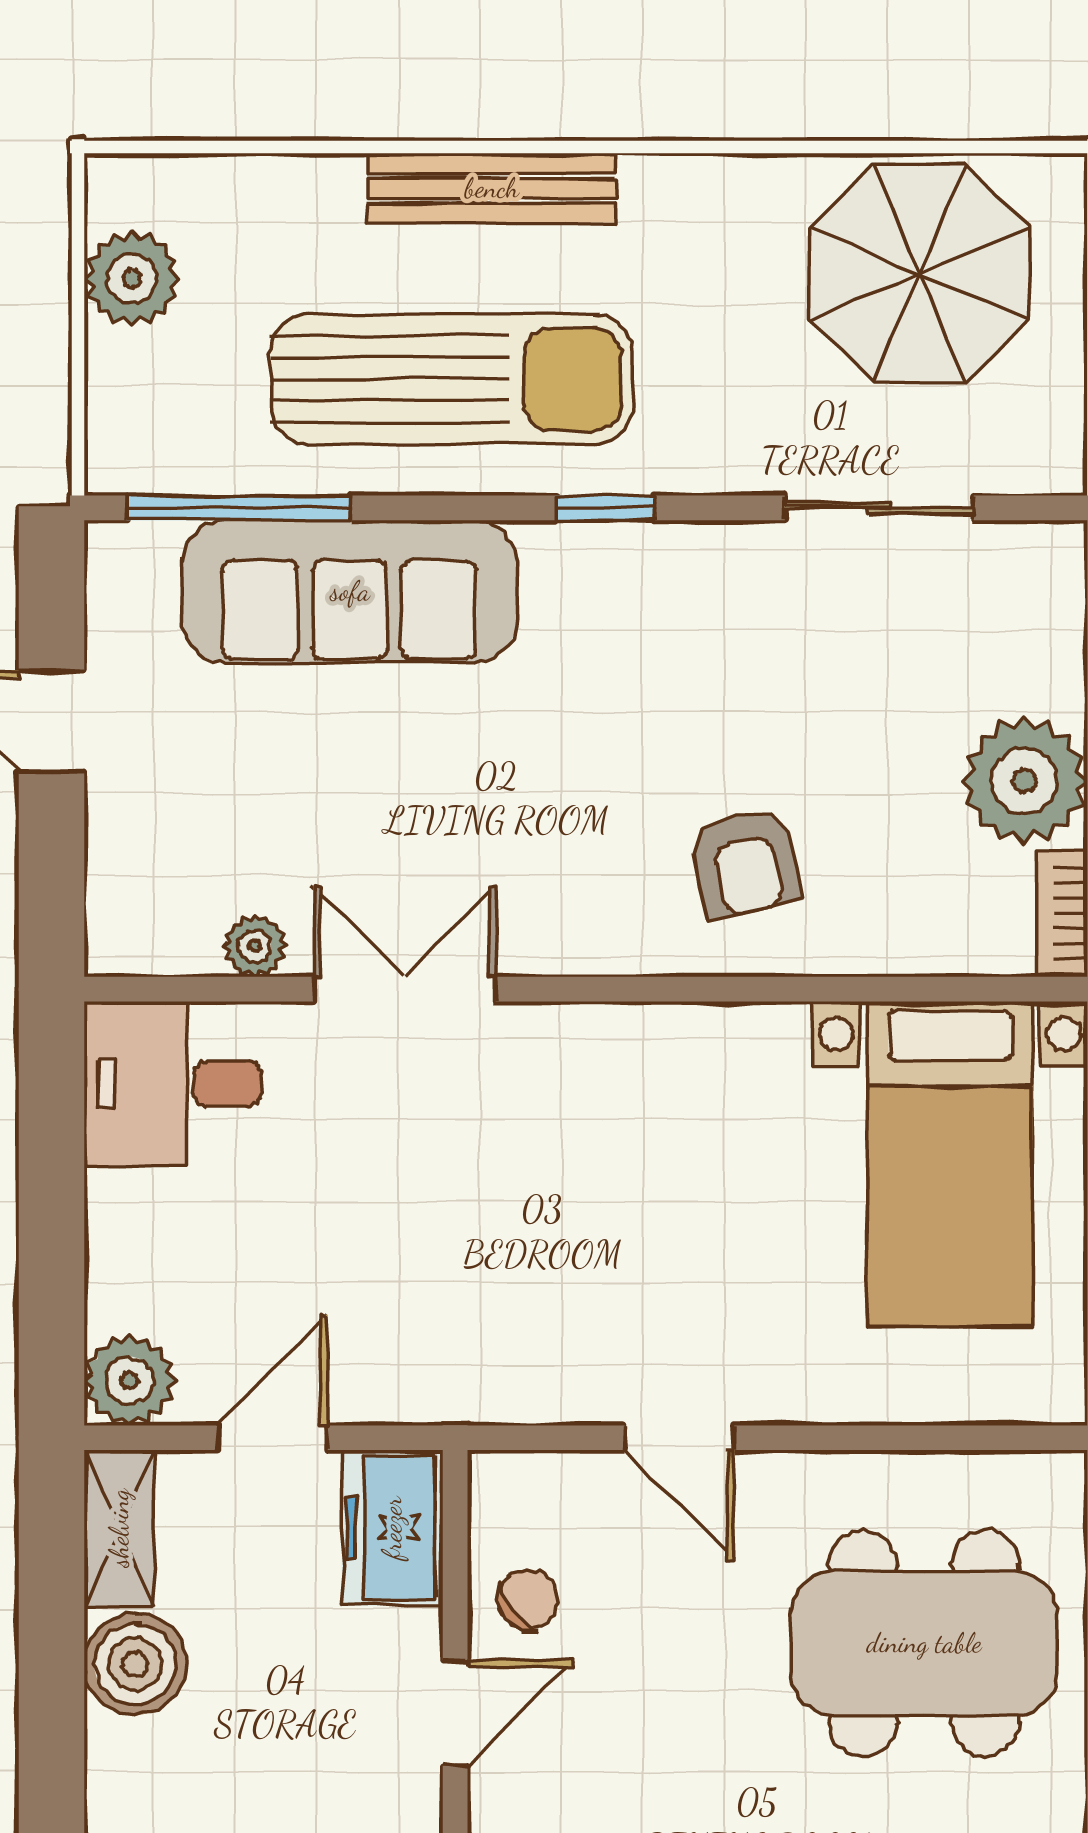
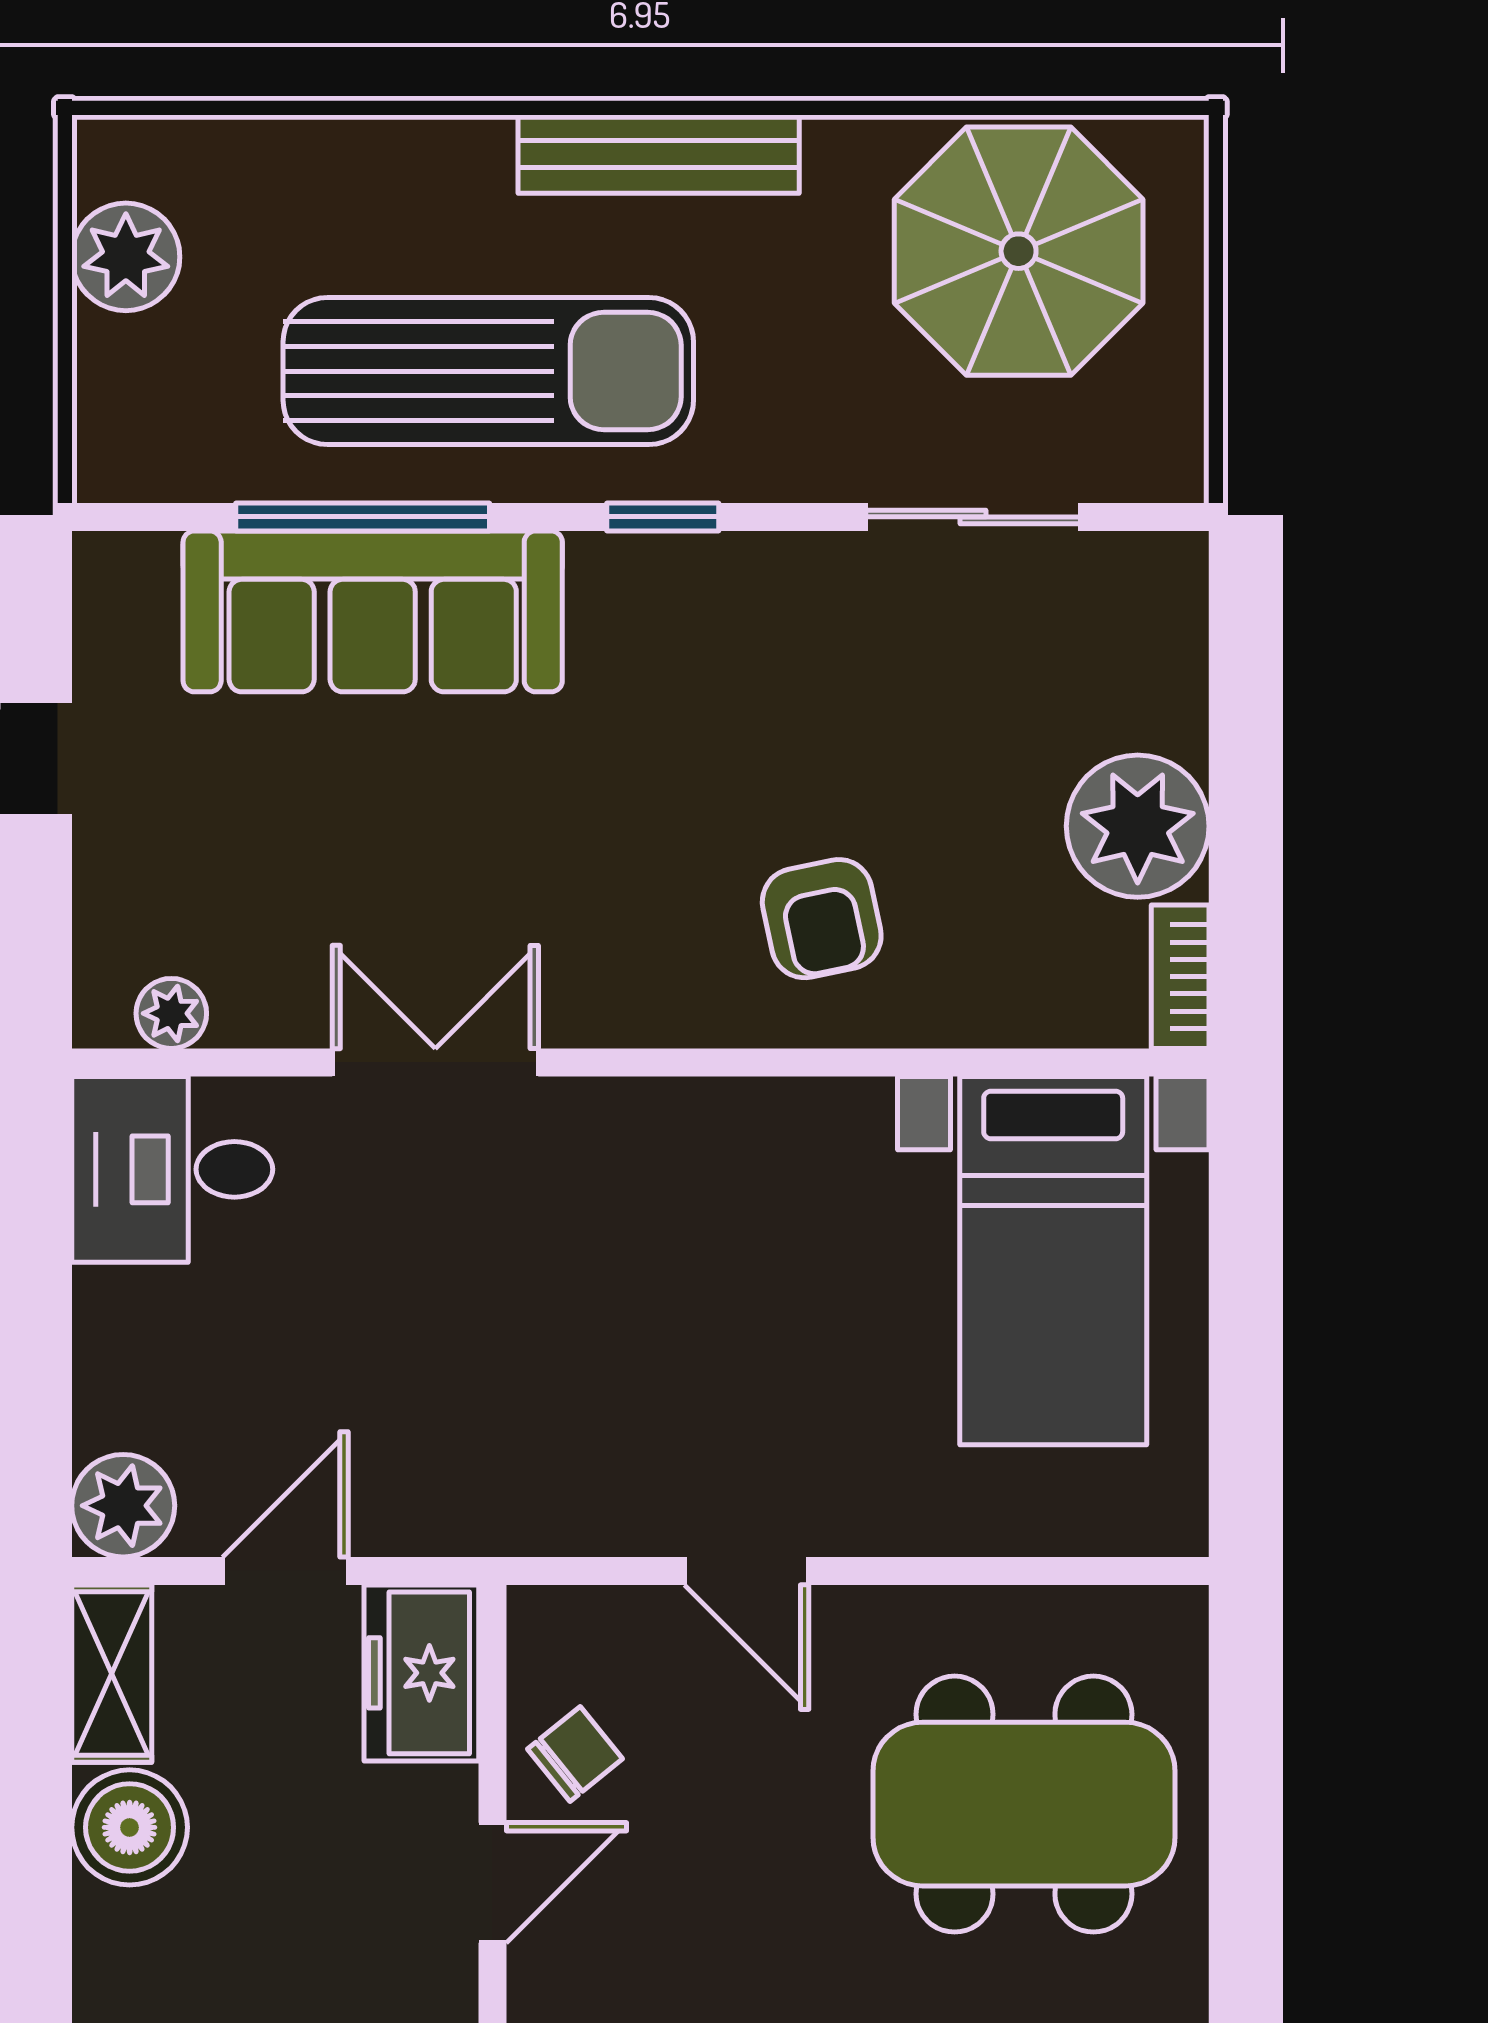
bench: (492, 188) -> (659, 154), moved
window: (239, 508) -> (363, 517), moved
plant: (255, 946) -> (171, 1013), moved

